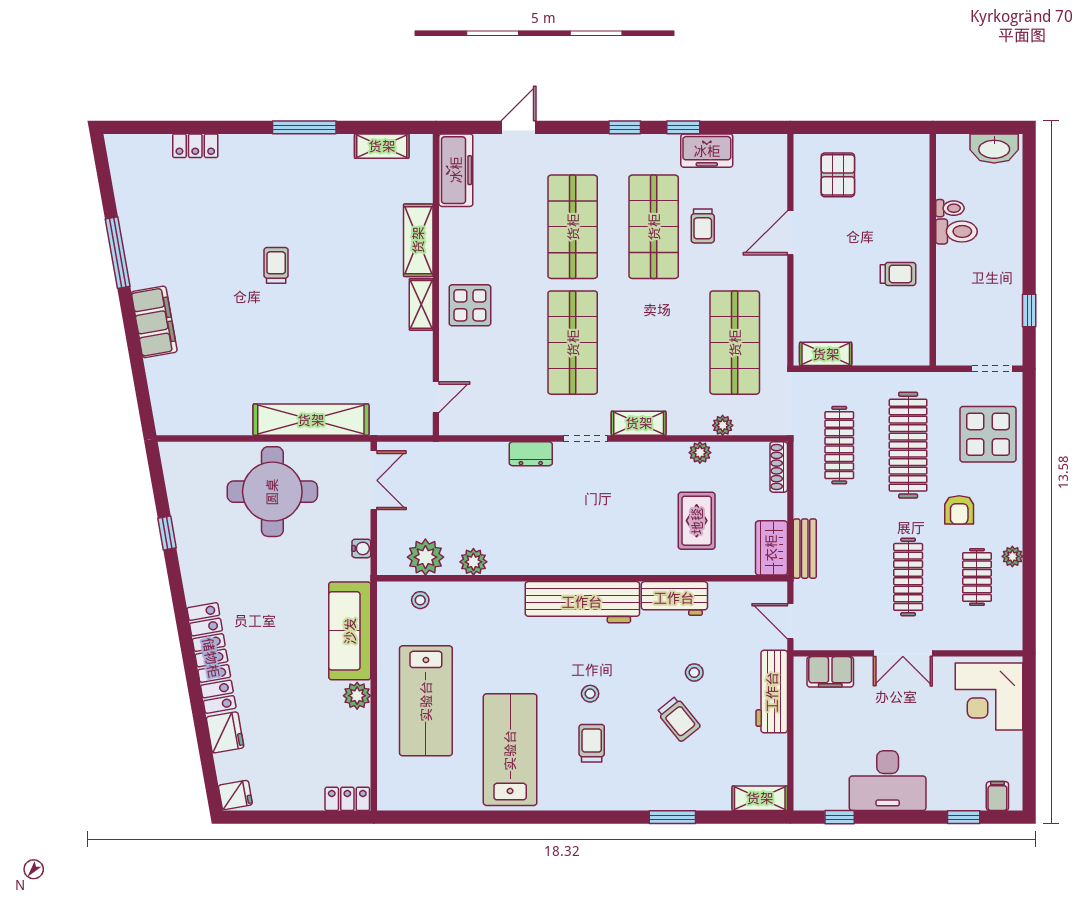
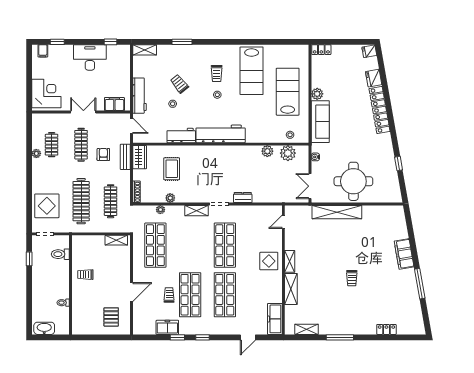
toilet: (956, 231) -> (60, 254), moved
armchair: (959, 510) -> (103, 154), moved

